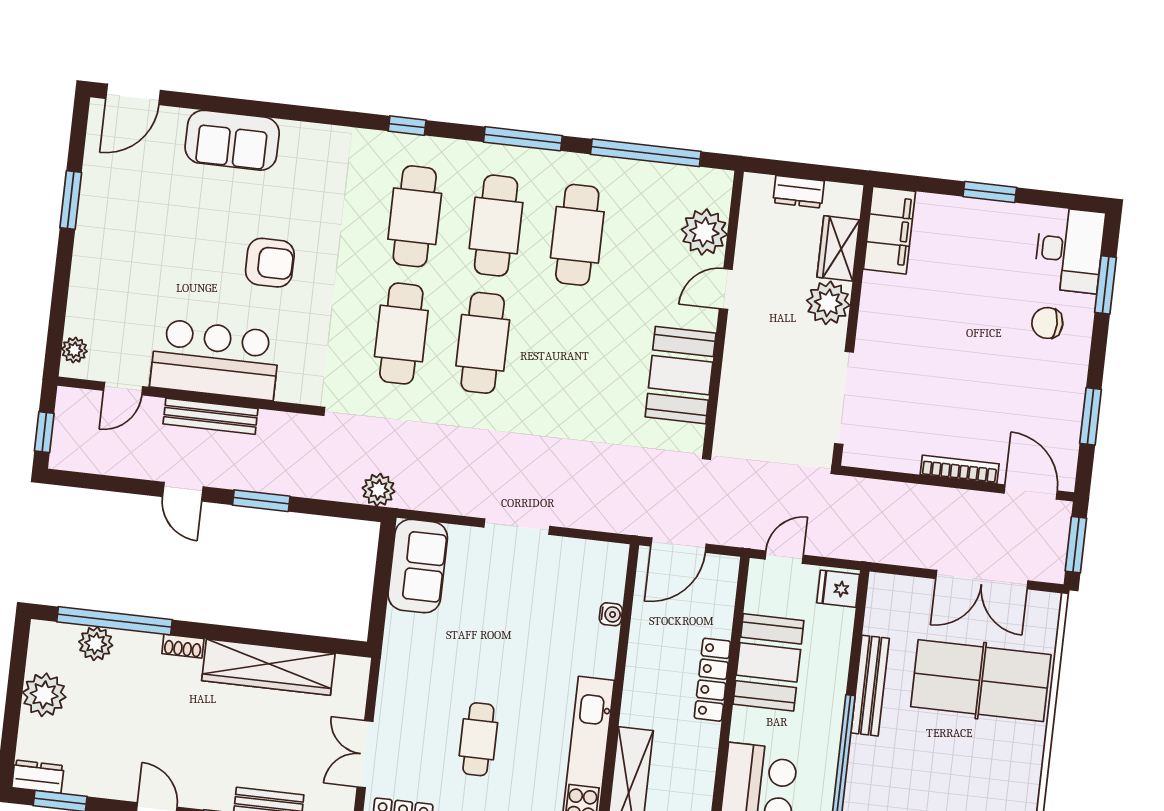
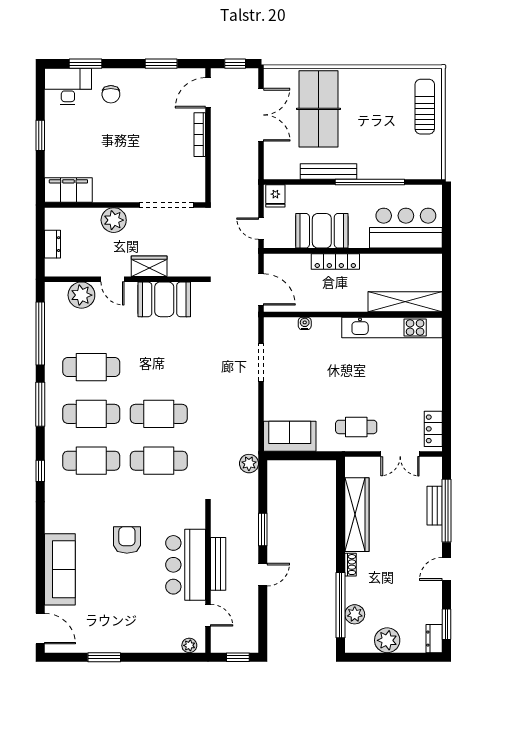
sofa: (232, 140) -> (60, 569), width x1.36
wardrobe: (838, 248) -> (149, 266), moved, turned 180
doorway: (517, 527) -> (261, 363), moved
window: (1076, 545) -> (235, 64), width x0.67
cafe table: (478, 739) -> (356, 427), moved

